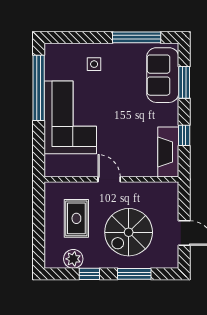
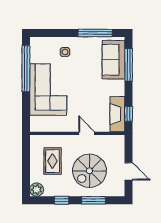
window: (184, 82) -> (129, 65), width x1.44
window: (184, 135) -> (129, 114), moved
door: (109, 179) -> (87, 133), moved
plant: (73, 259) -> (37, 190), moved

